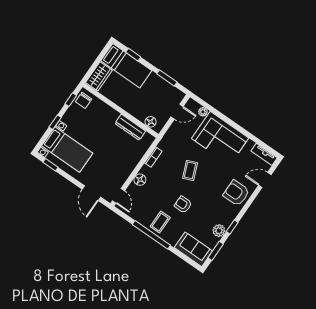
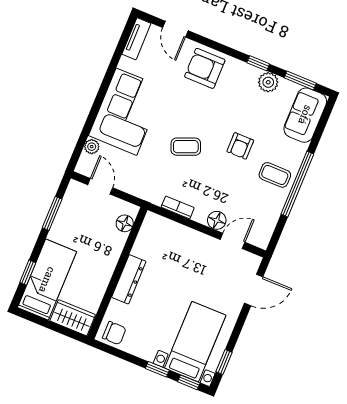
window: (71, 100) -> (189, 382), moved
dresser: (130, 127) -> (129, 279), moved
armchair: (236, 193) -> (205, 68), turned 90
door: (119, 196) -> (233, 241), moved

